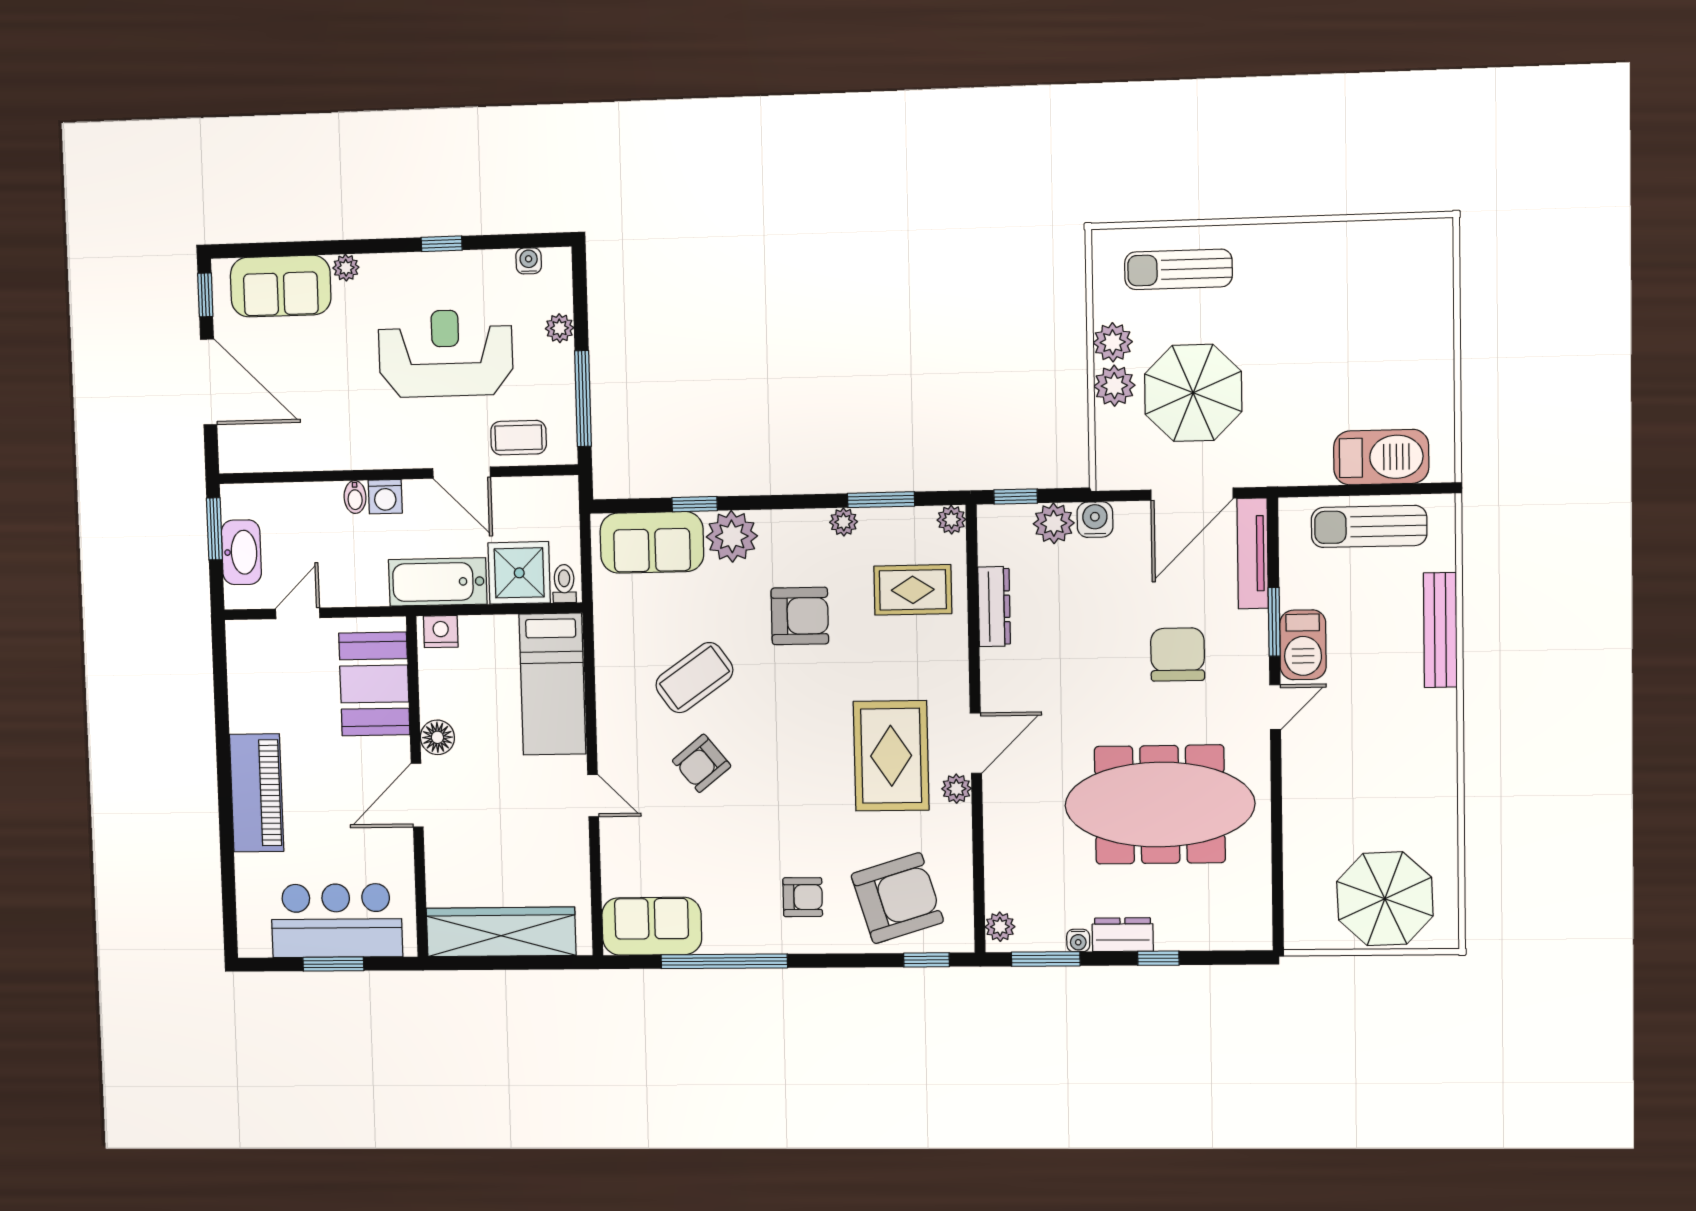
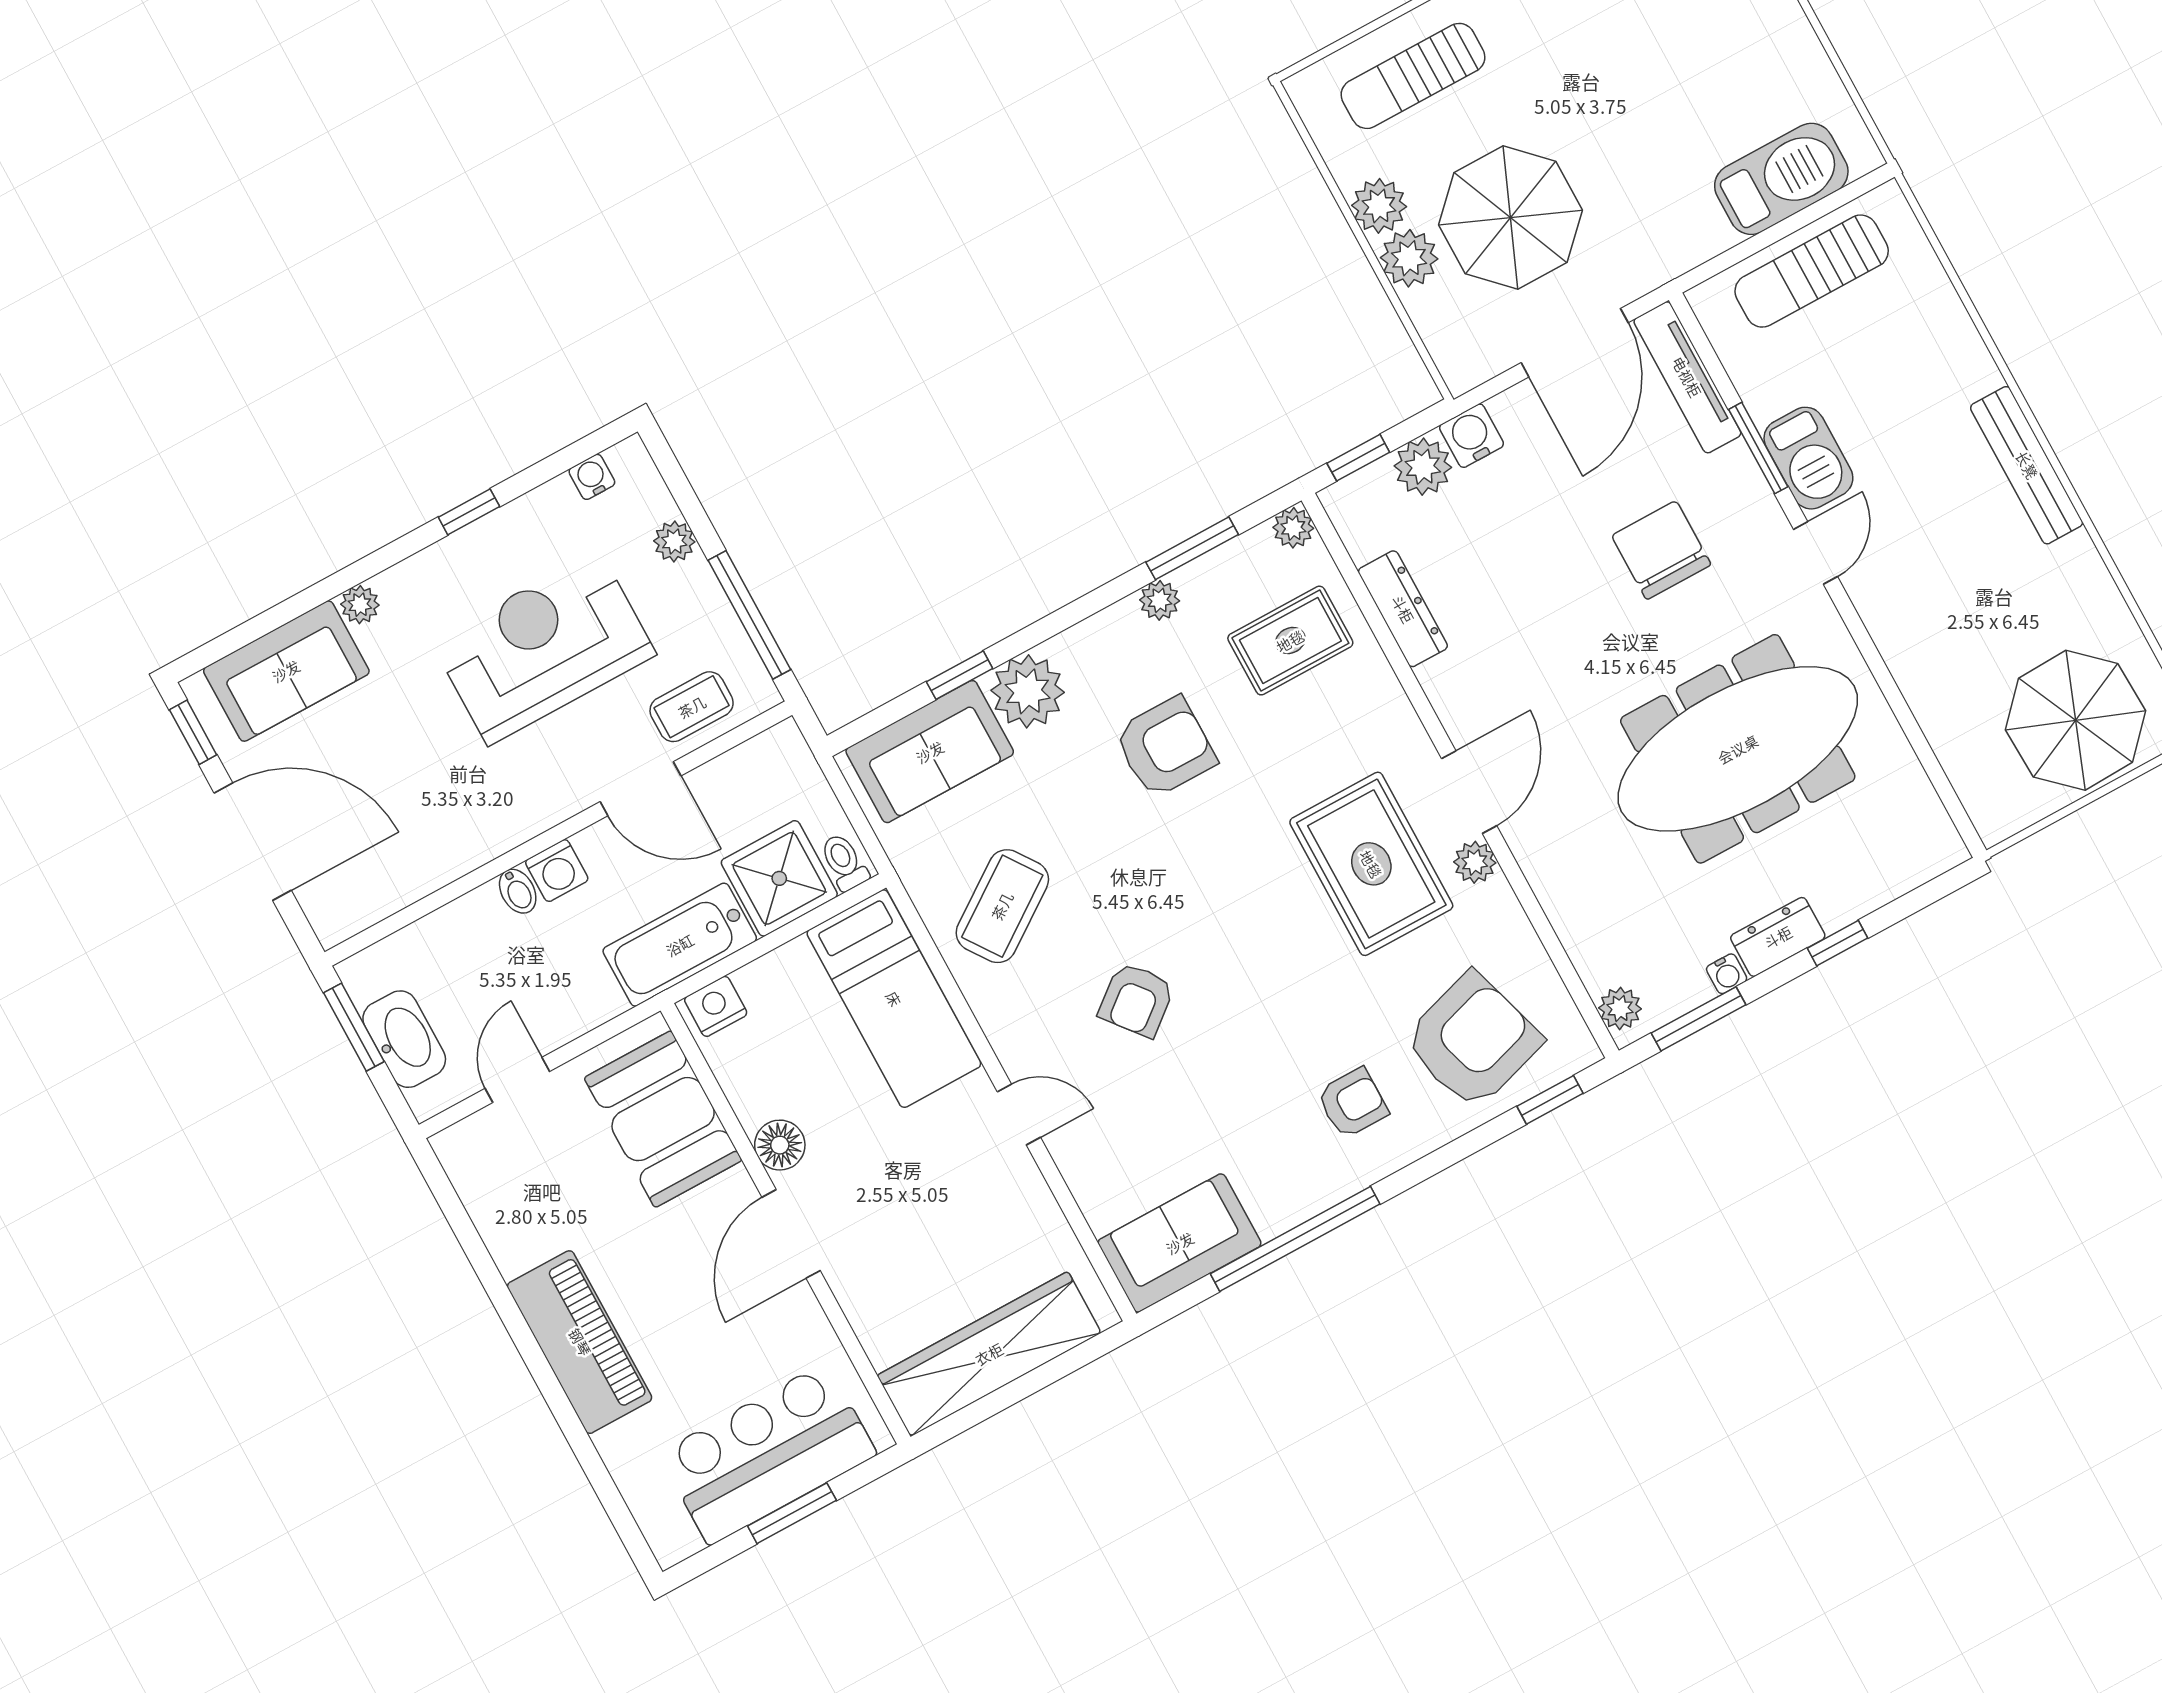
bench: (1440, 630) -> (2027, 465), moved
coffee table: (694, 678) -> (1002, 906), moved

